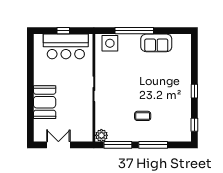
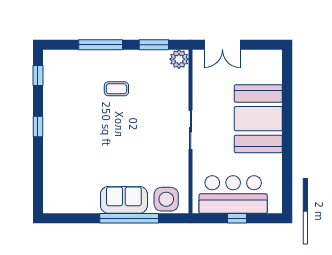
sofa: (156, 43) -> (124, 200), moved
booth: (45, 102) -> (258, 119), width x1.36, depth x1.42
double door: (58, 145) -> (222, 45), moved
window: (118, 145) -> (154, 45), width x0.69

